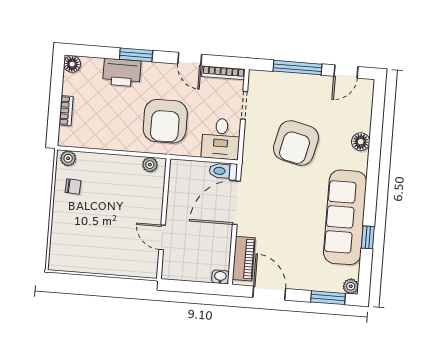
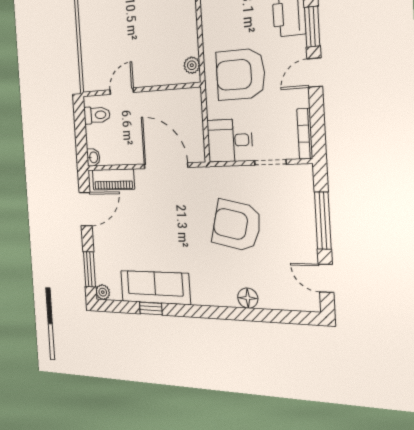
door: (190, 59) -> (315, 73), moved
toilet: (223, 171) -> (97, 115), moved, turned 90
sofa: (345, 217) -> (155, 287), width x0.74, depth x0.79

